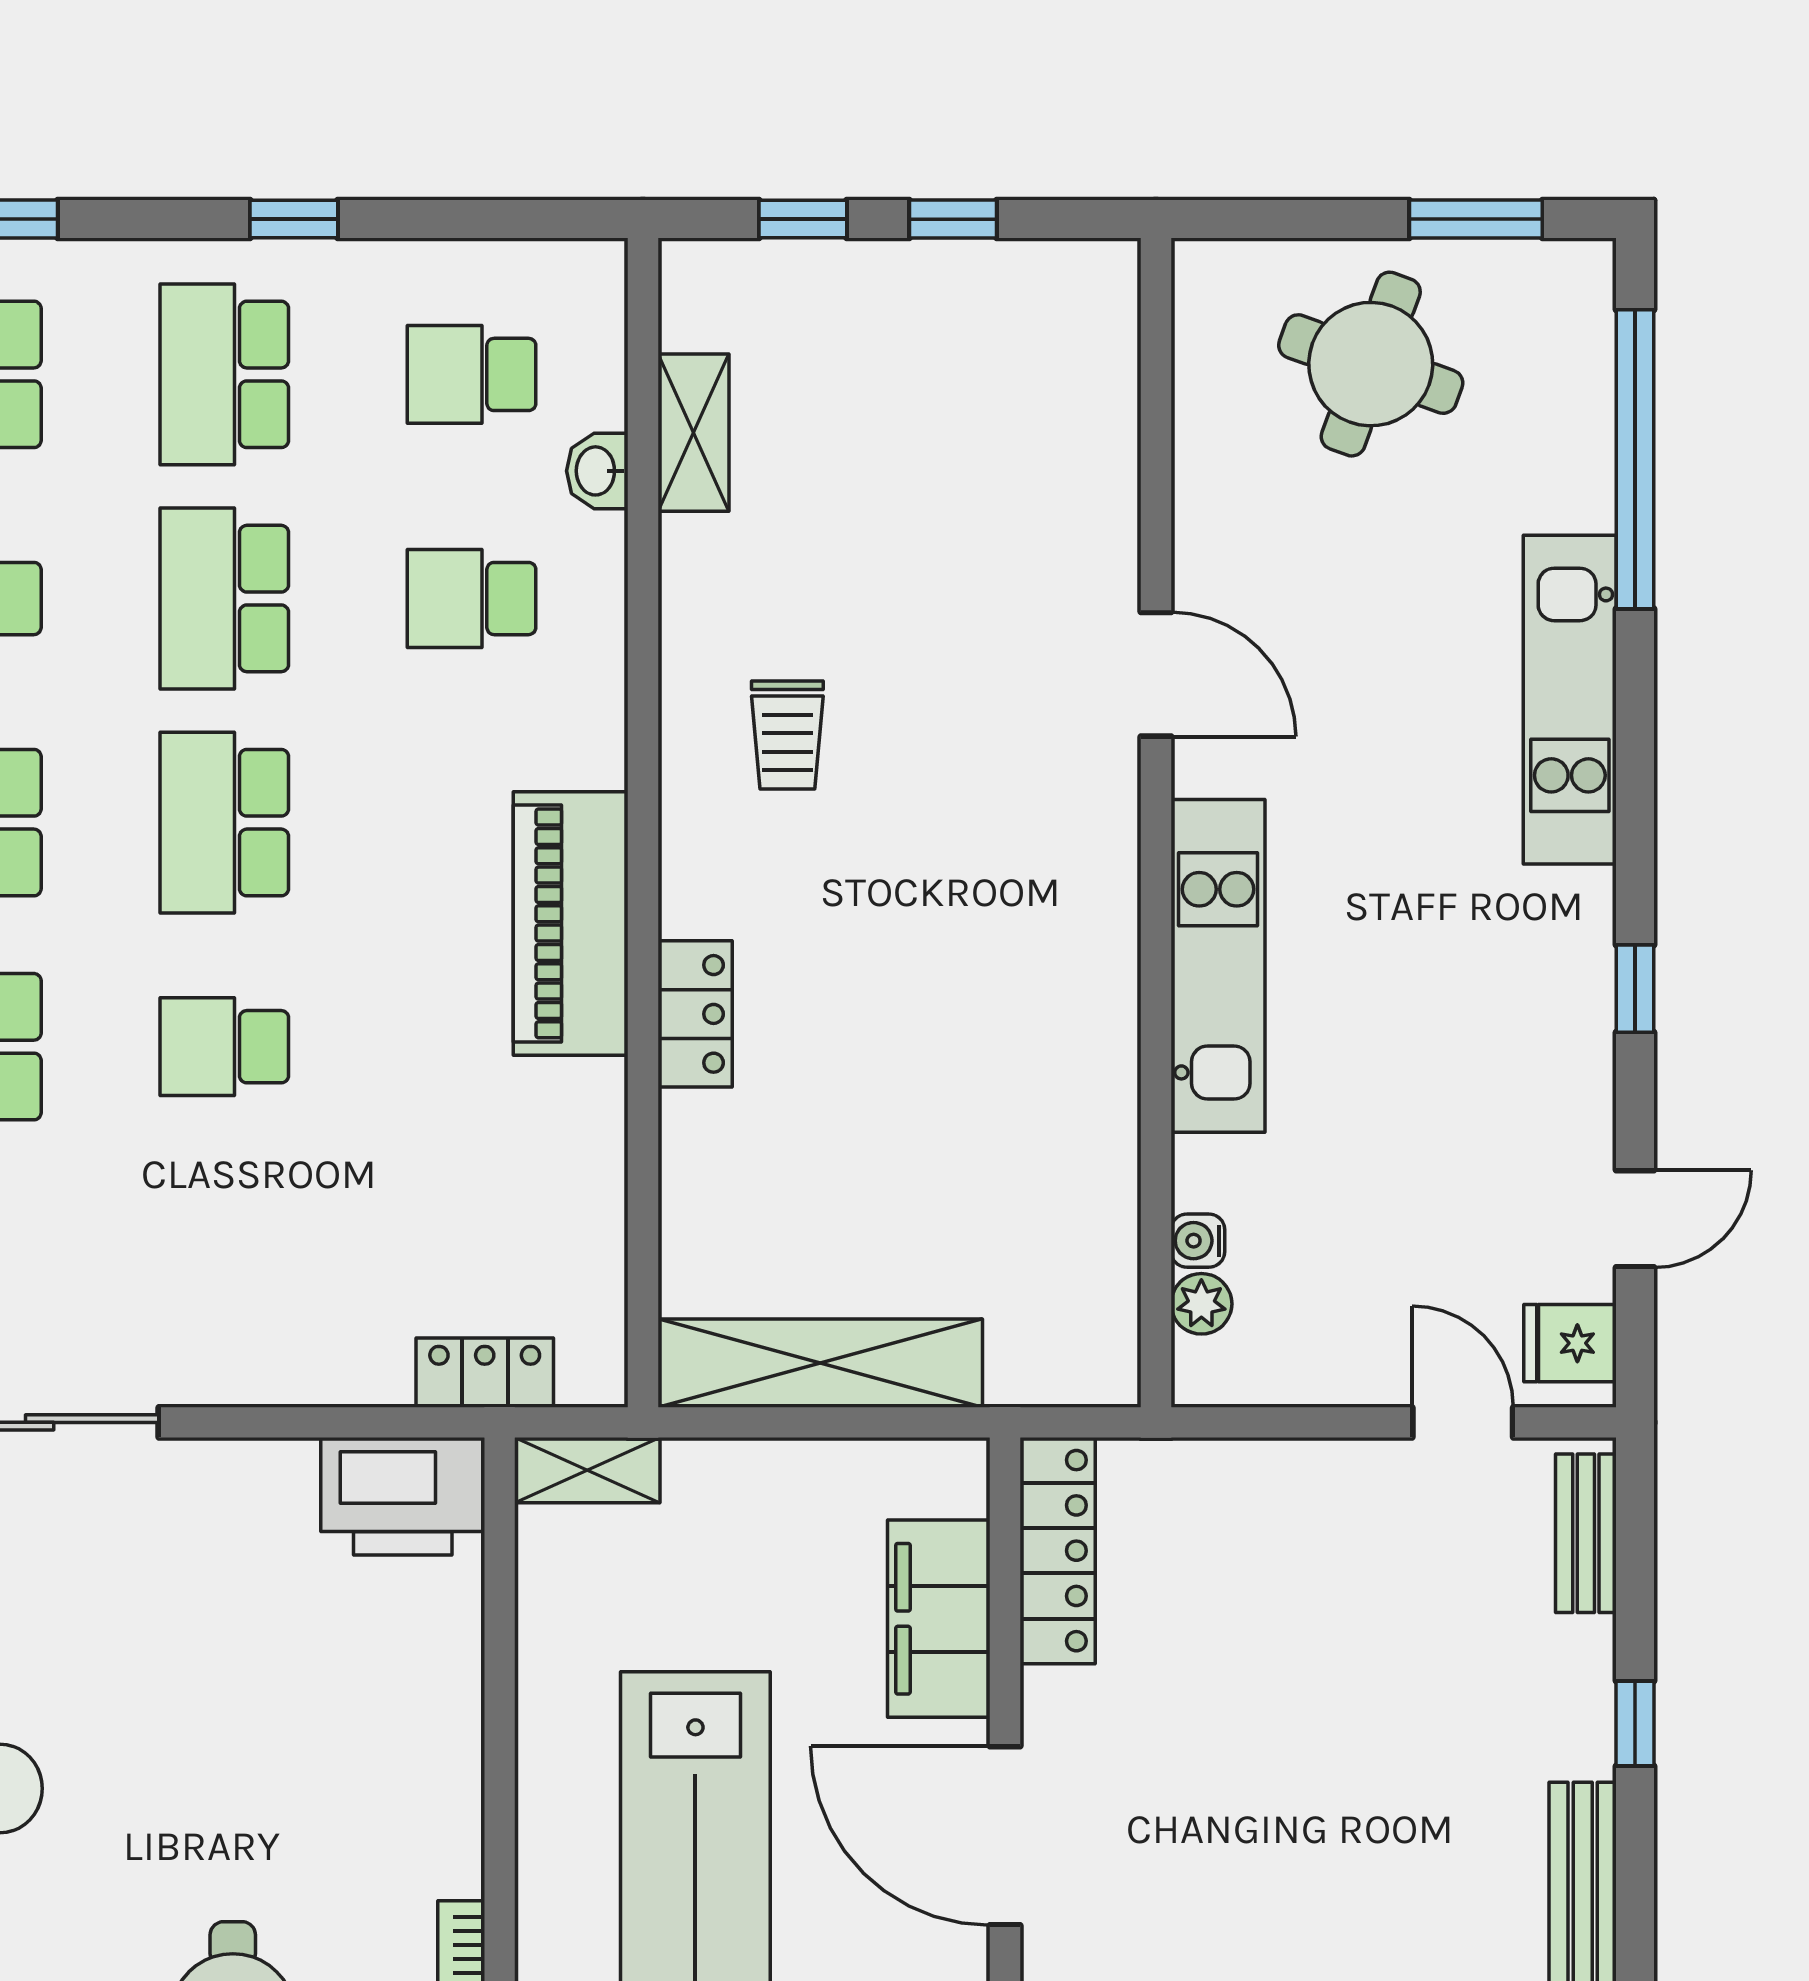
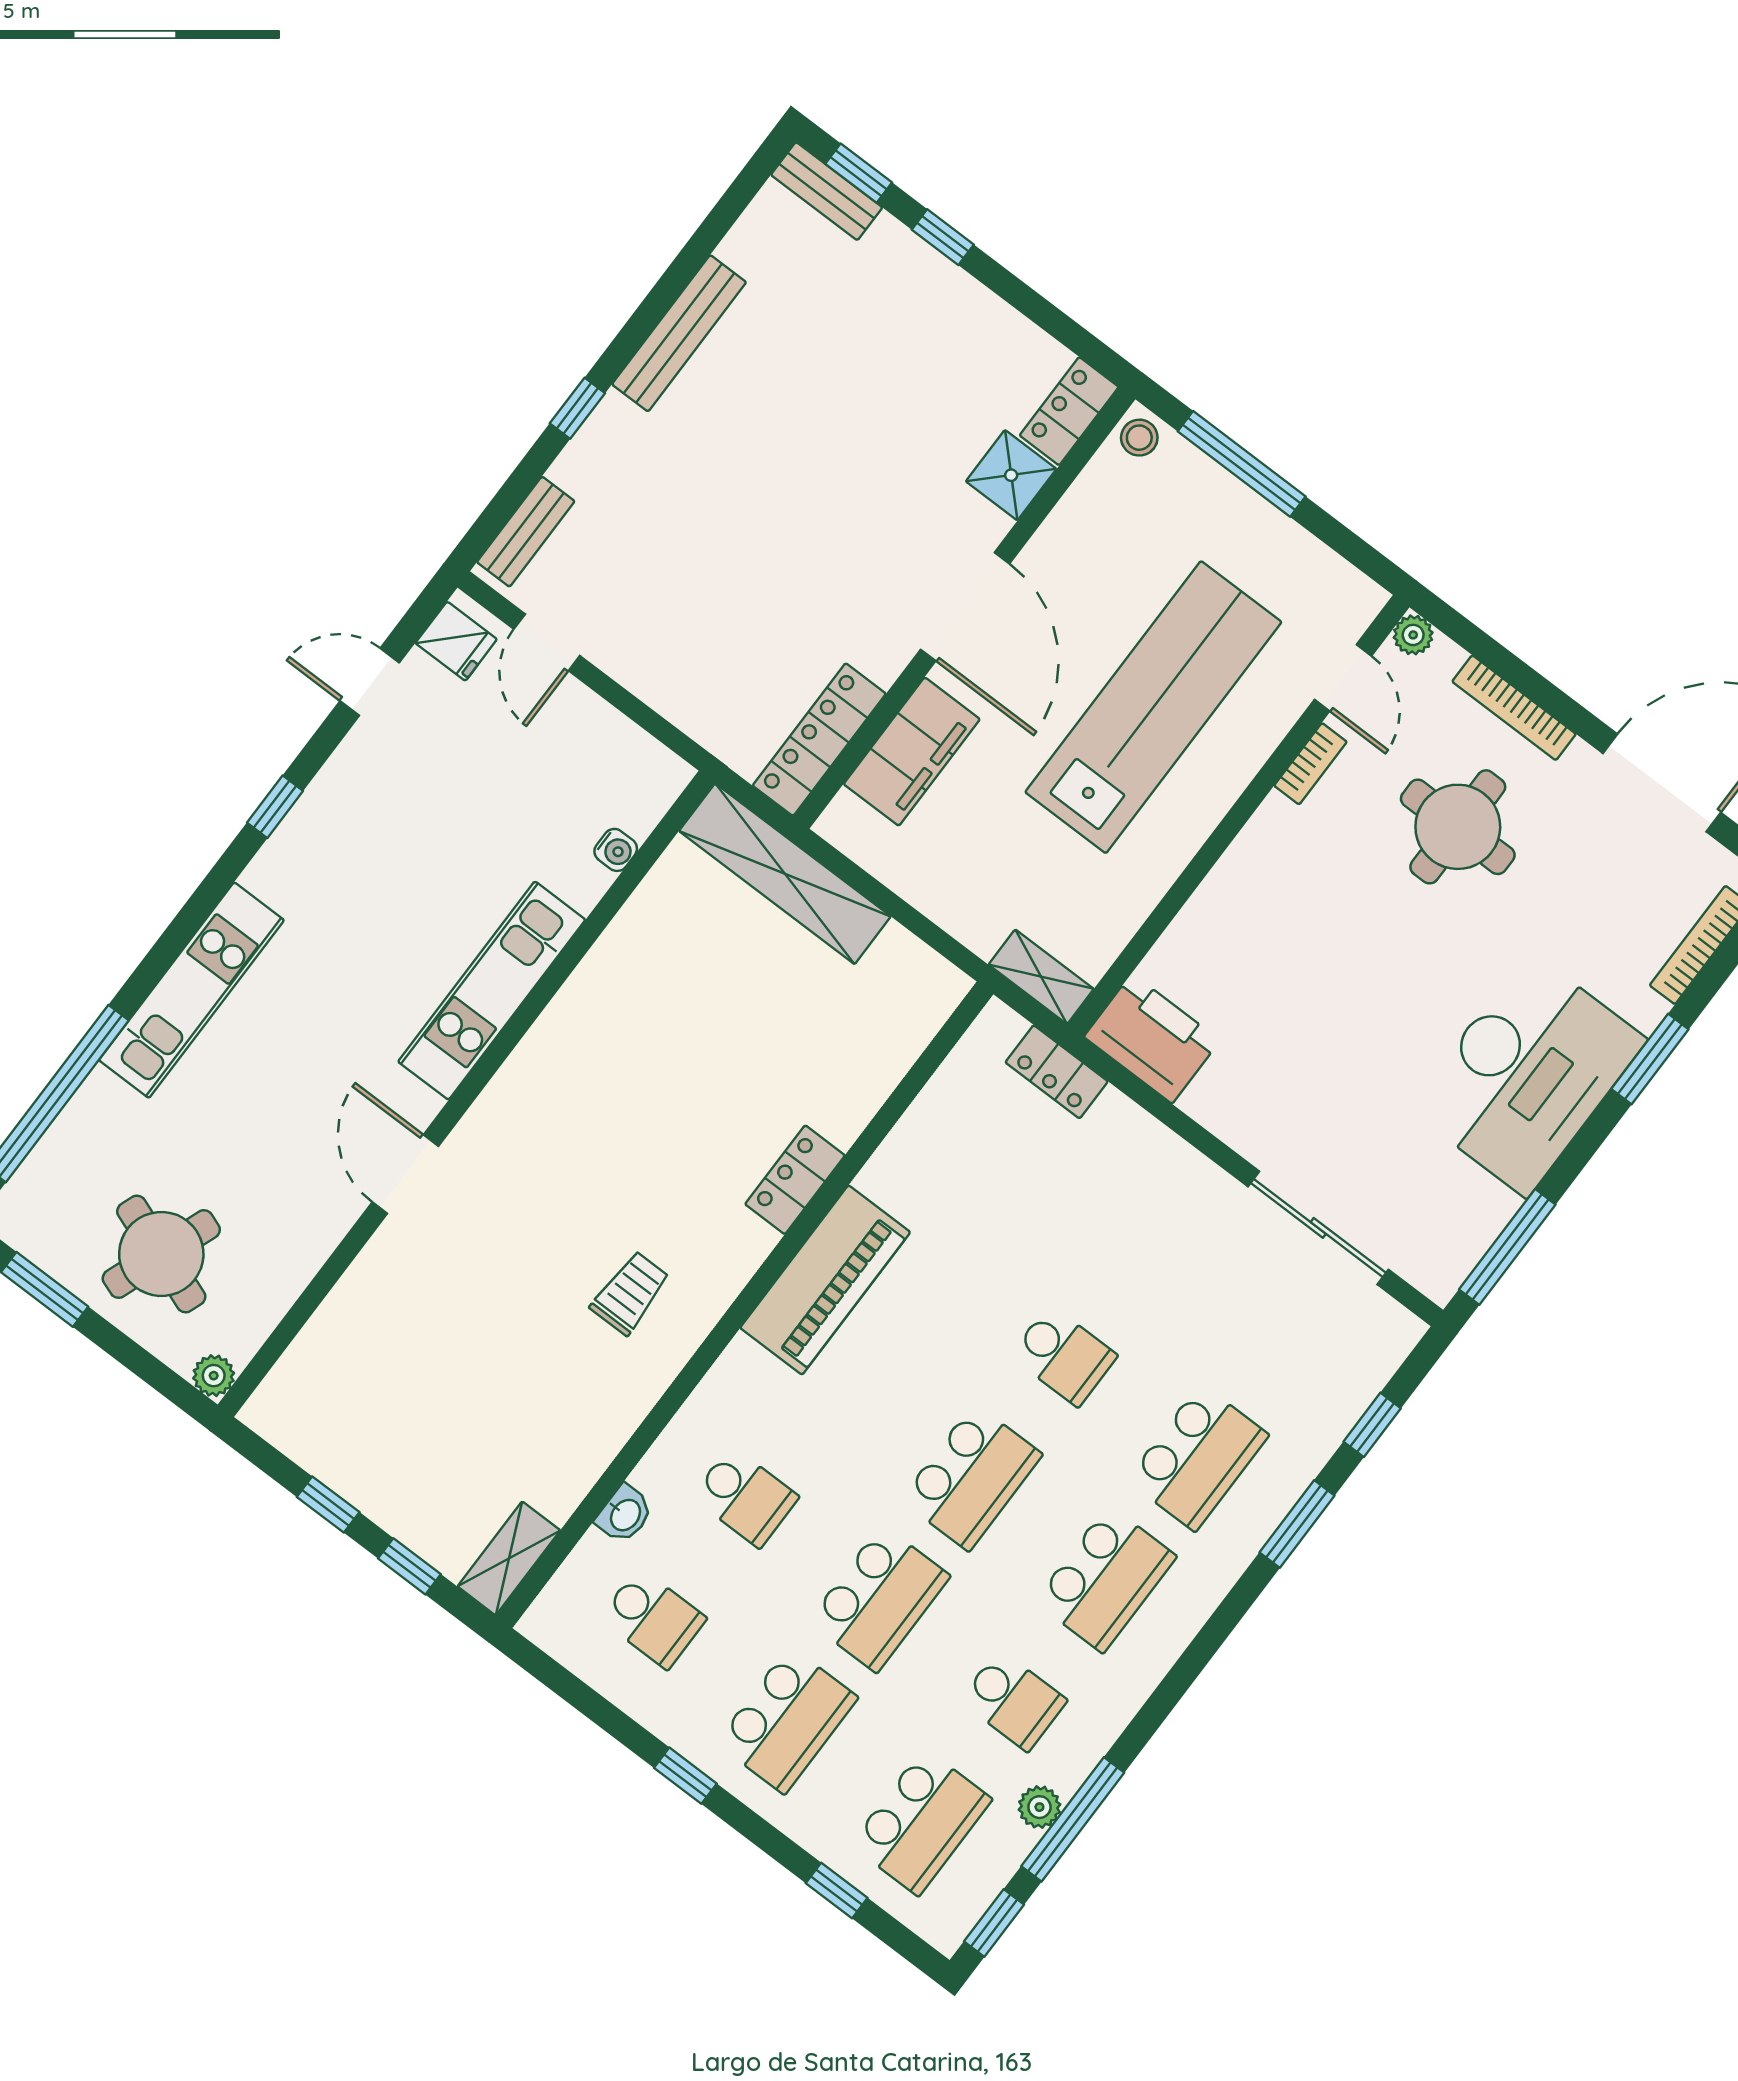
shelving: (693, 433) -> (509, 1558), moved
plant: (1201, 1304) -> (214, 1376), moved
shelving: (820, 1363) -> (785, 874), moved

